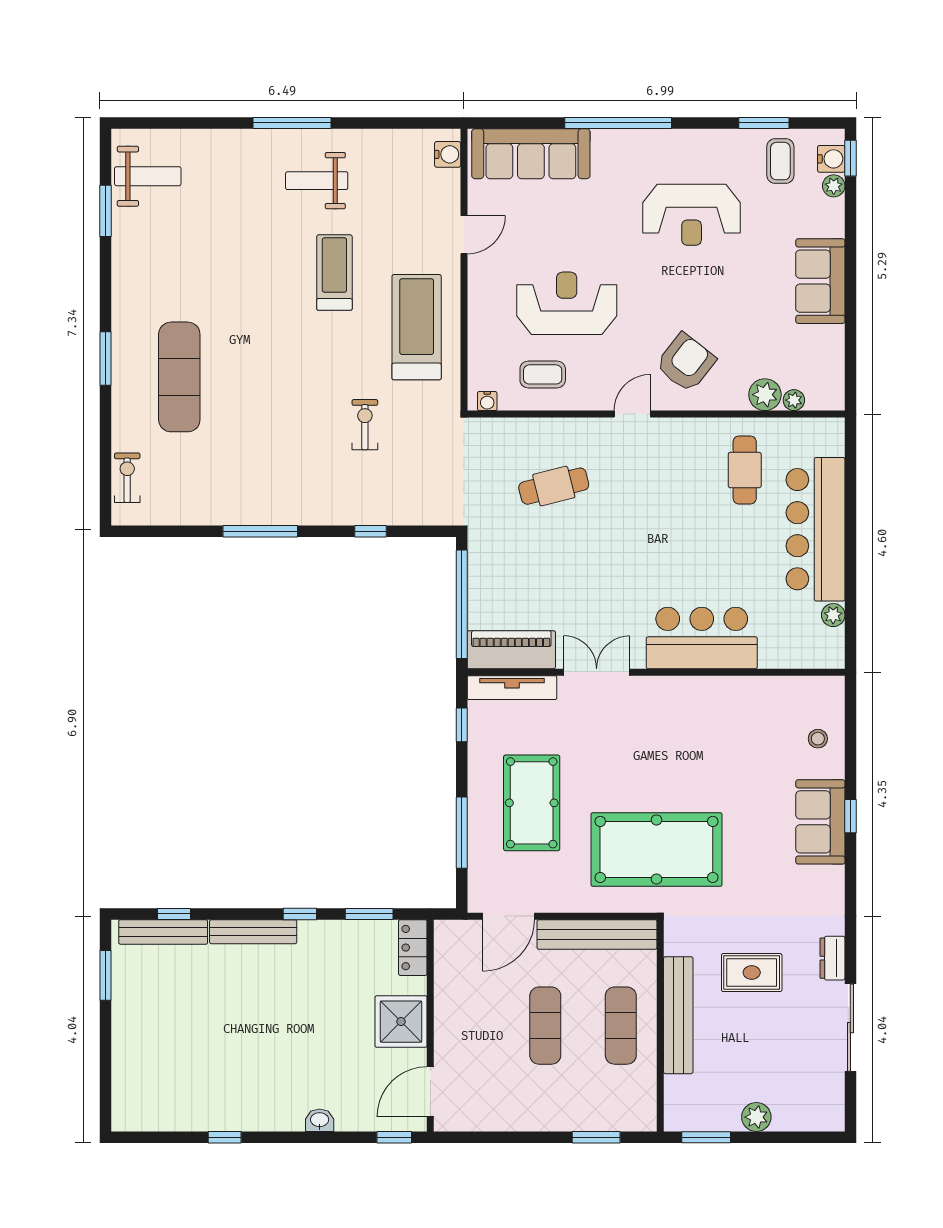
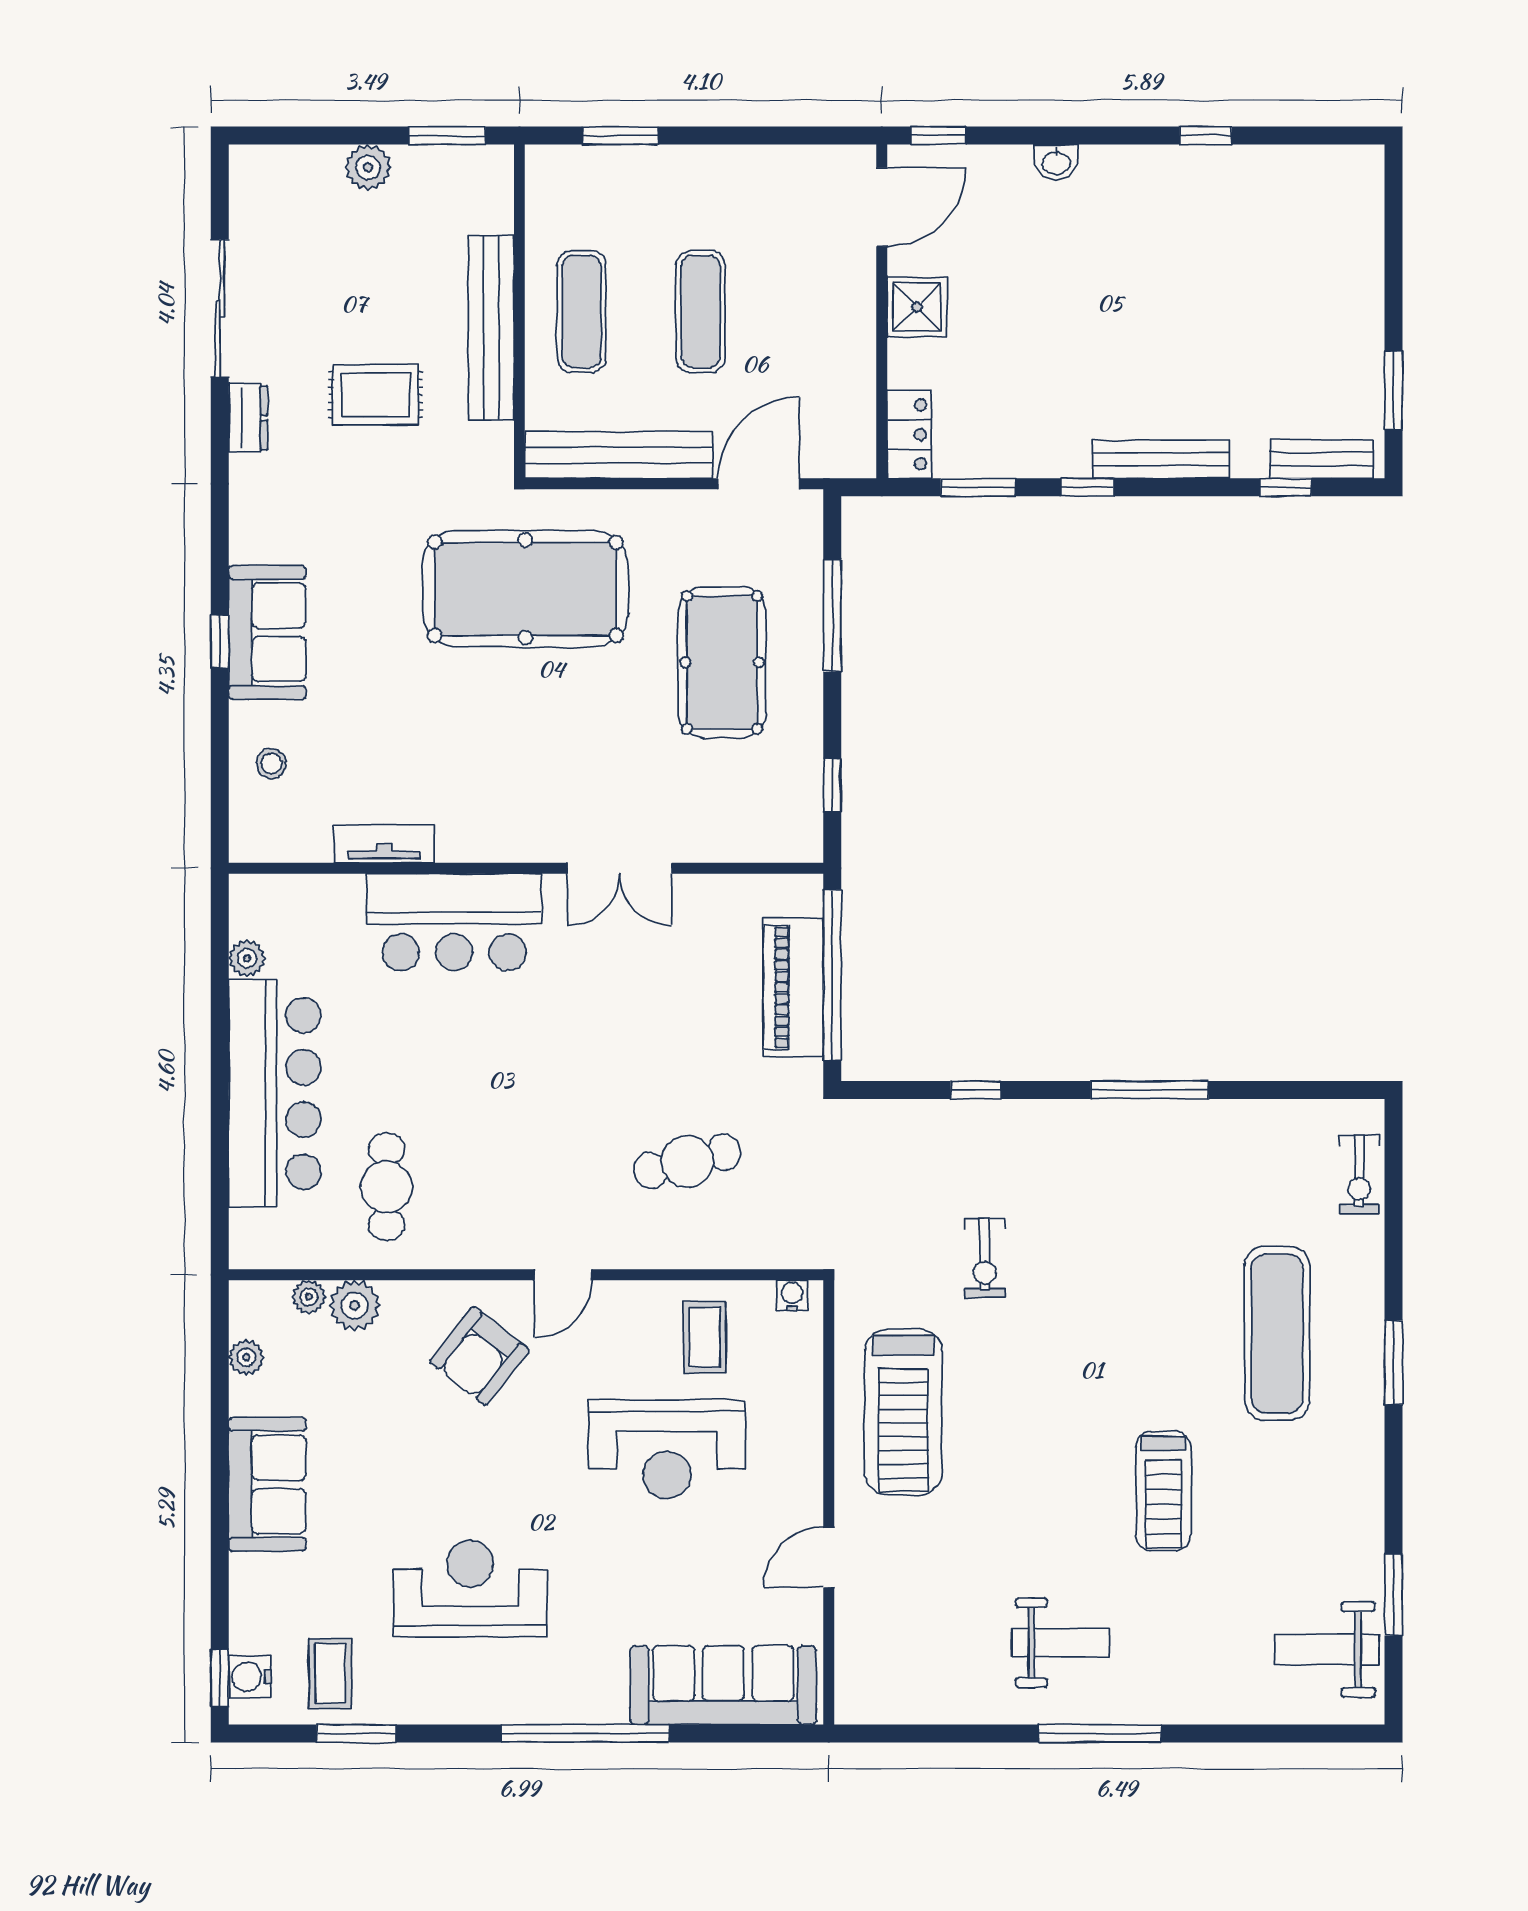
water cooler: (448, 154) -> (854, 1684), removed
plant: (834, 186) -> (246, 1357), moved
treadmill: (334, 273) -> (1163, 1491), moved
coffee table: (543, 374) -> (705, 1337), turned 90
piano: (511, 650) -> (793, 988), moved, turned 90
tv unit: (512, 688) -> (384, 844), moved, width x0.71
bench: (163, 932) -> (1321, 459), width x0.73
shower: (401, 1022) -> (917, 307), width x0.73, depth x0.73

